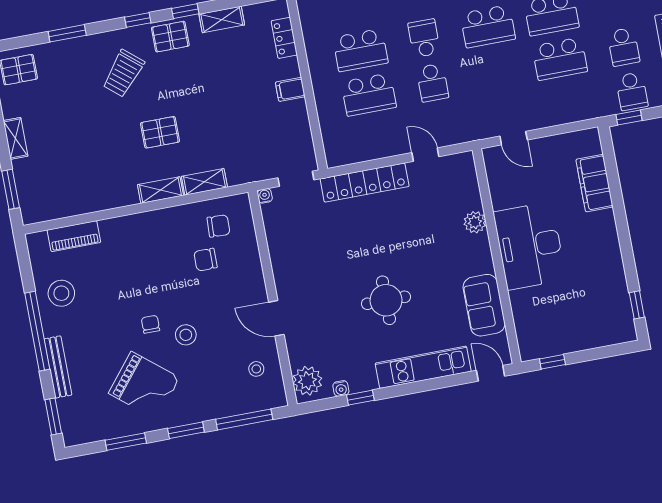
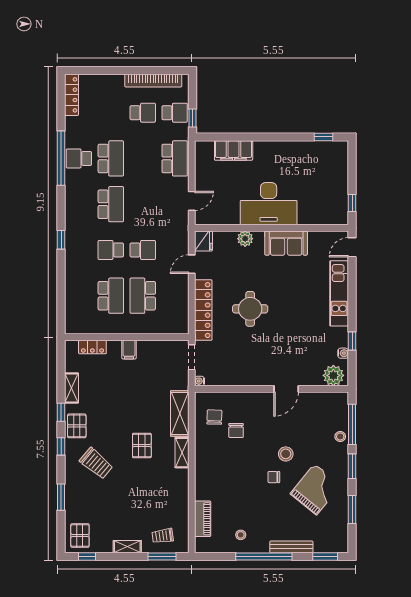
school desk: (560, 59) -> (175, 158), moved
school desk: (369, 95) -> (143, 296), turned 180
fridge: (461, 165) -> (204, 241), added
shelving: (204, 182) -> (180, 414), width x1.50, depth x1.33
trolley: (40, 185) -> (163, 536), added
stool: (61, 293) -> (241, 535), width x0.53, depth x0.53
round table: (386, 300) -> (250, 309), moved
sofa: (484, 305) -> (286, 243), moved
stool: (256, 369) -> (340, 436), moved

